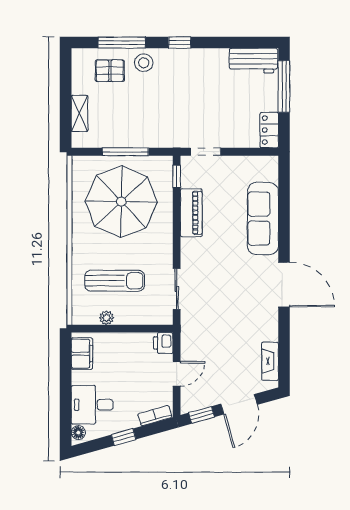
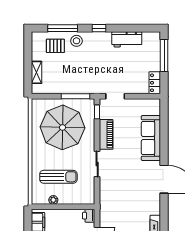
workbench: (253, 61) -> (127, 39), moved
window: (125, 152) -> (76, 96), moved
sliding door: (177, 289) -> (97, 164), moved

